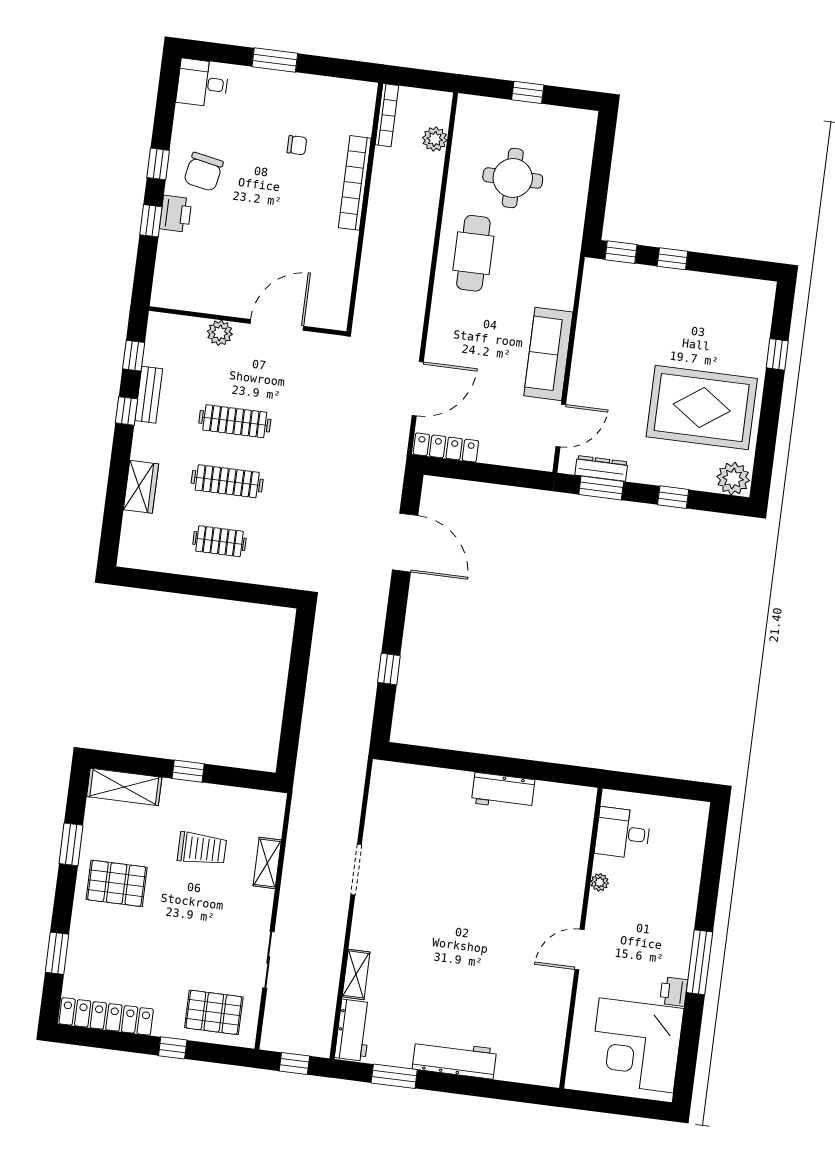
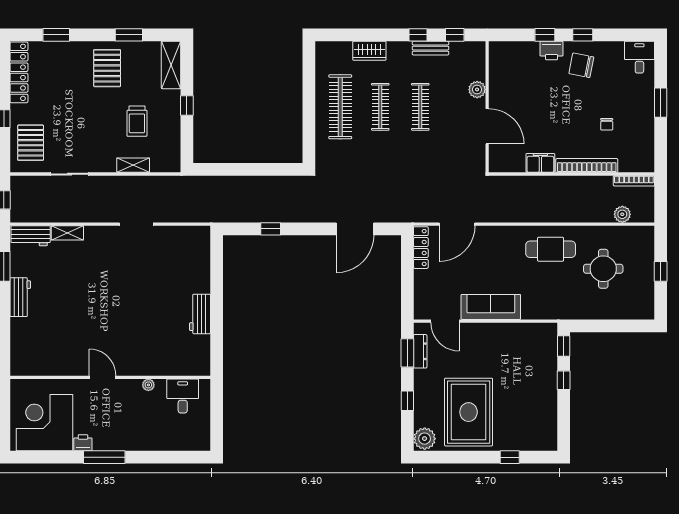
filing cabinet: (342, 252) -> (540, 163), added
door: (418, 389) -> (457, 224), hinge flipped
clothes rail: (219, 541) -> (340, 107), width x1.86, depth x1.31
workbench: (454, 1059) -> (20, 297), width x0.73

